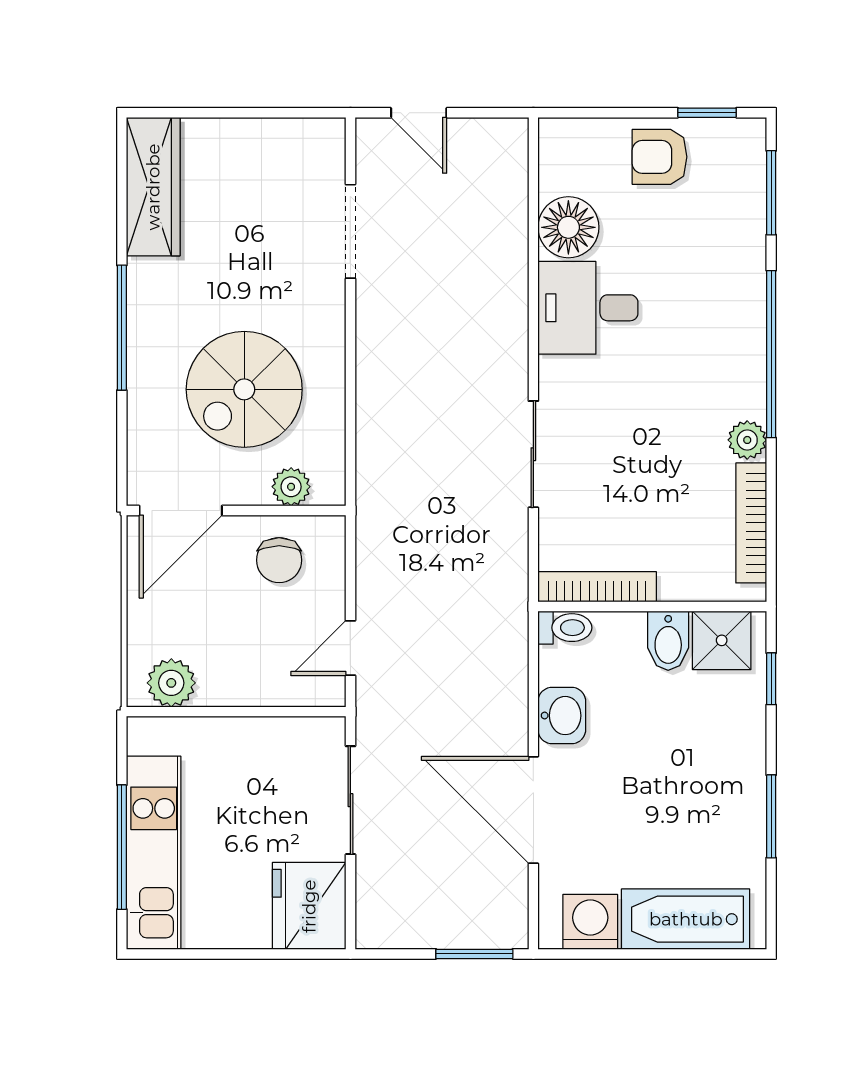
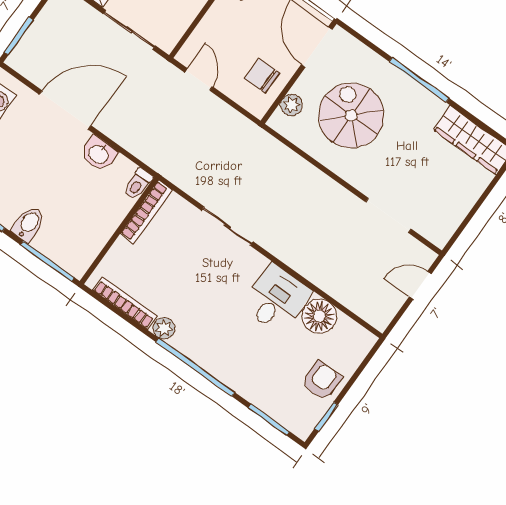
shower: (722, 640) -> (81, 251), removed
bidet: (668, 641) -> (29, 224), moved, turned 90
window: (771, 679) -> (47, 261), width x2.17

